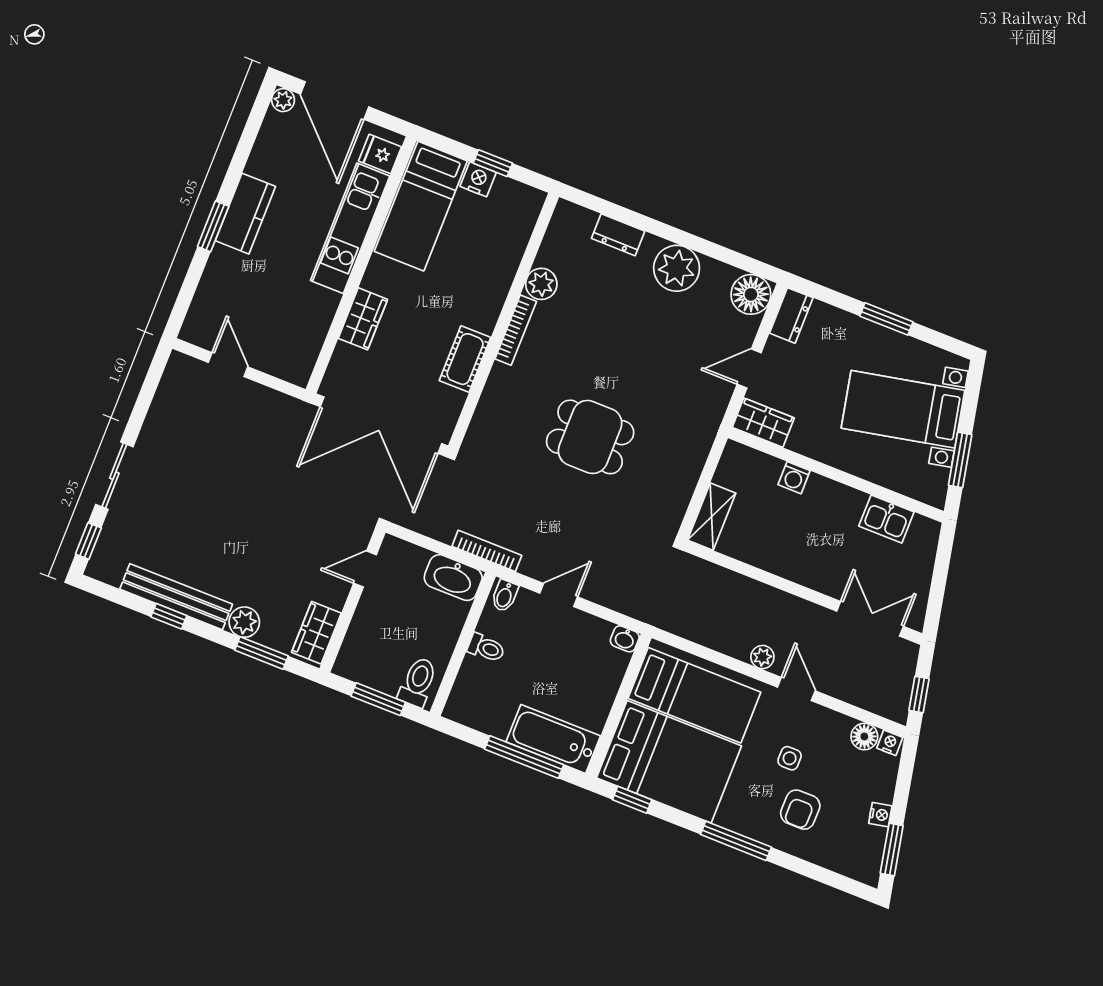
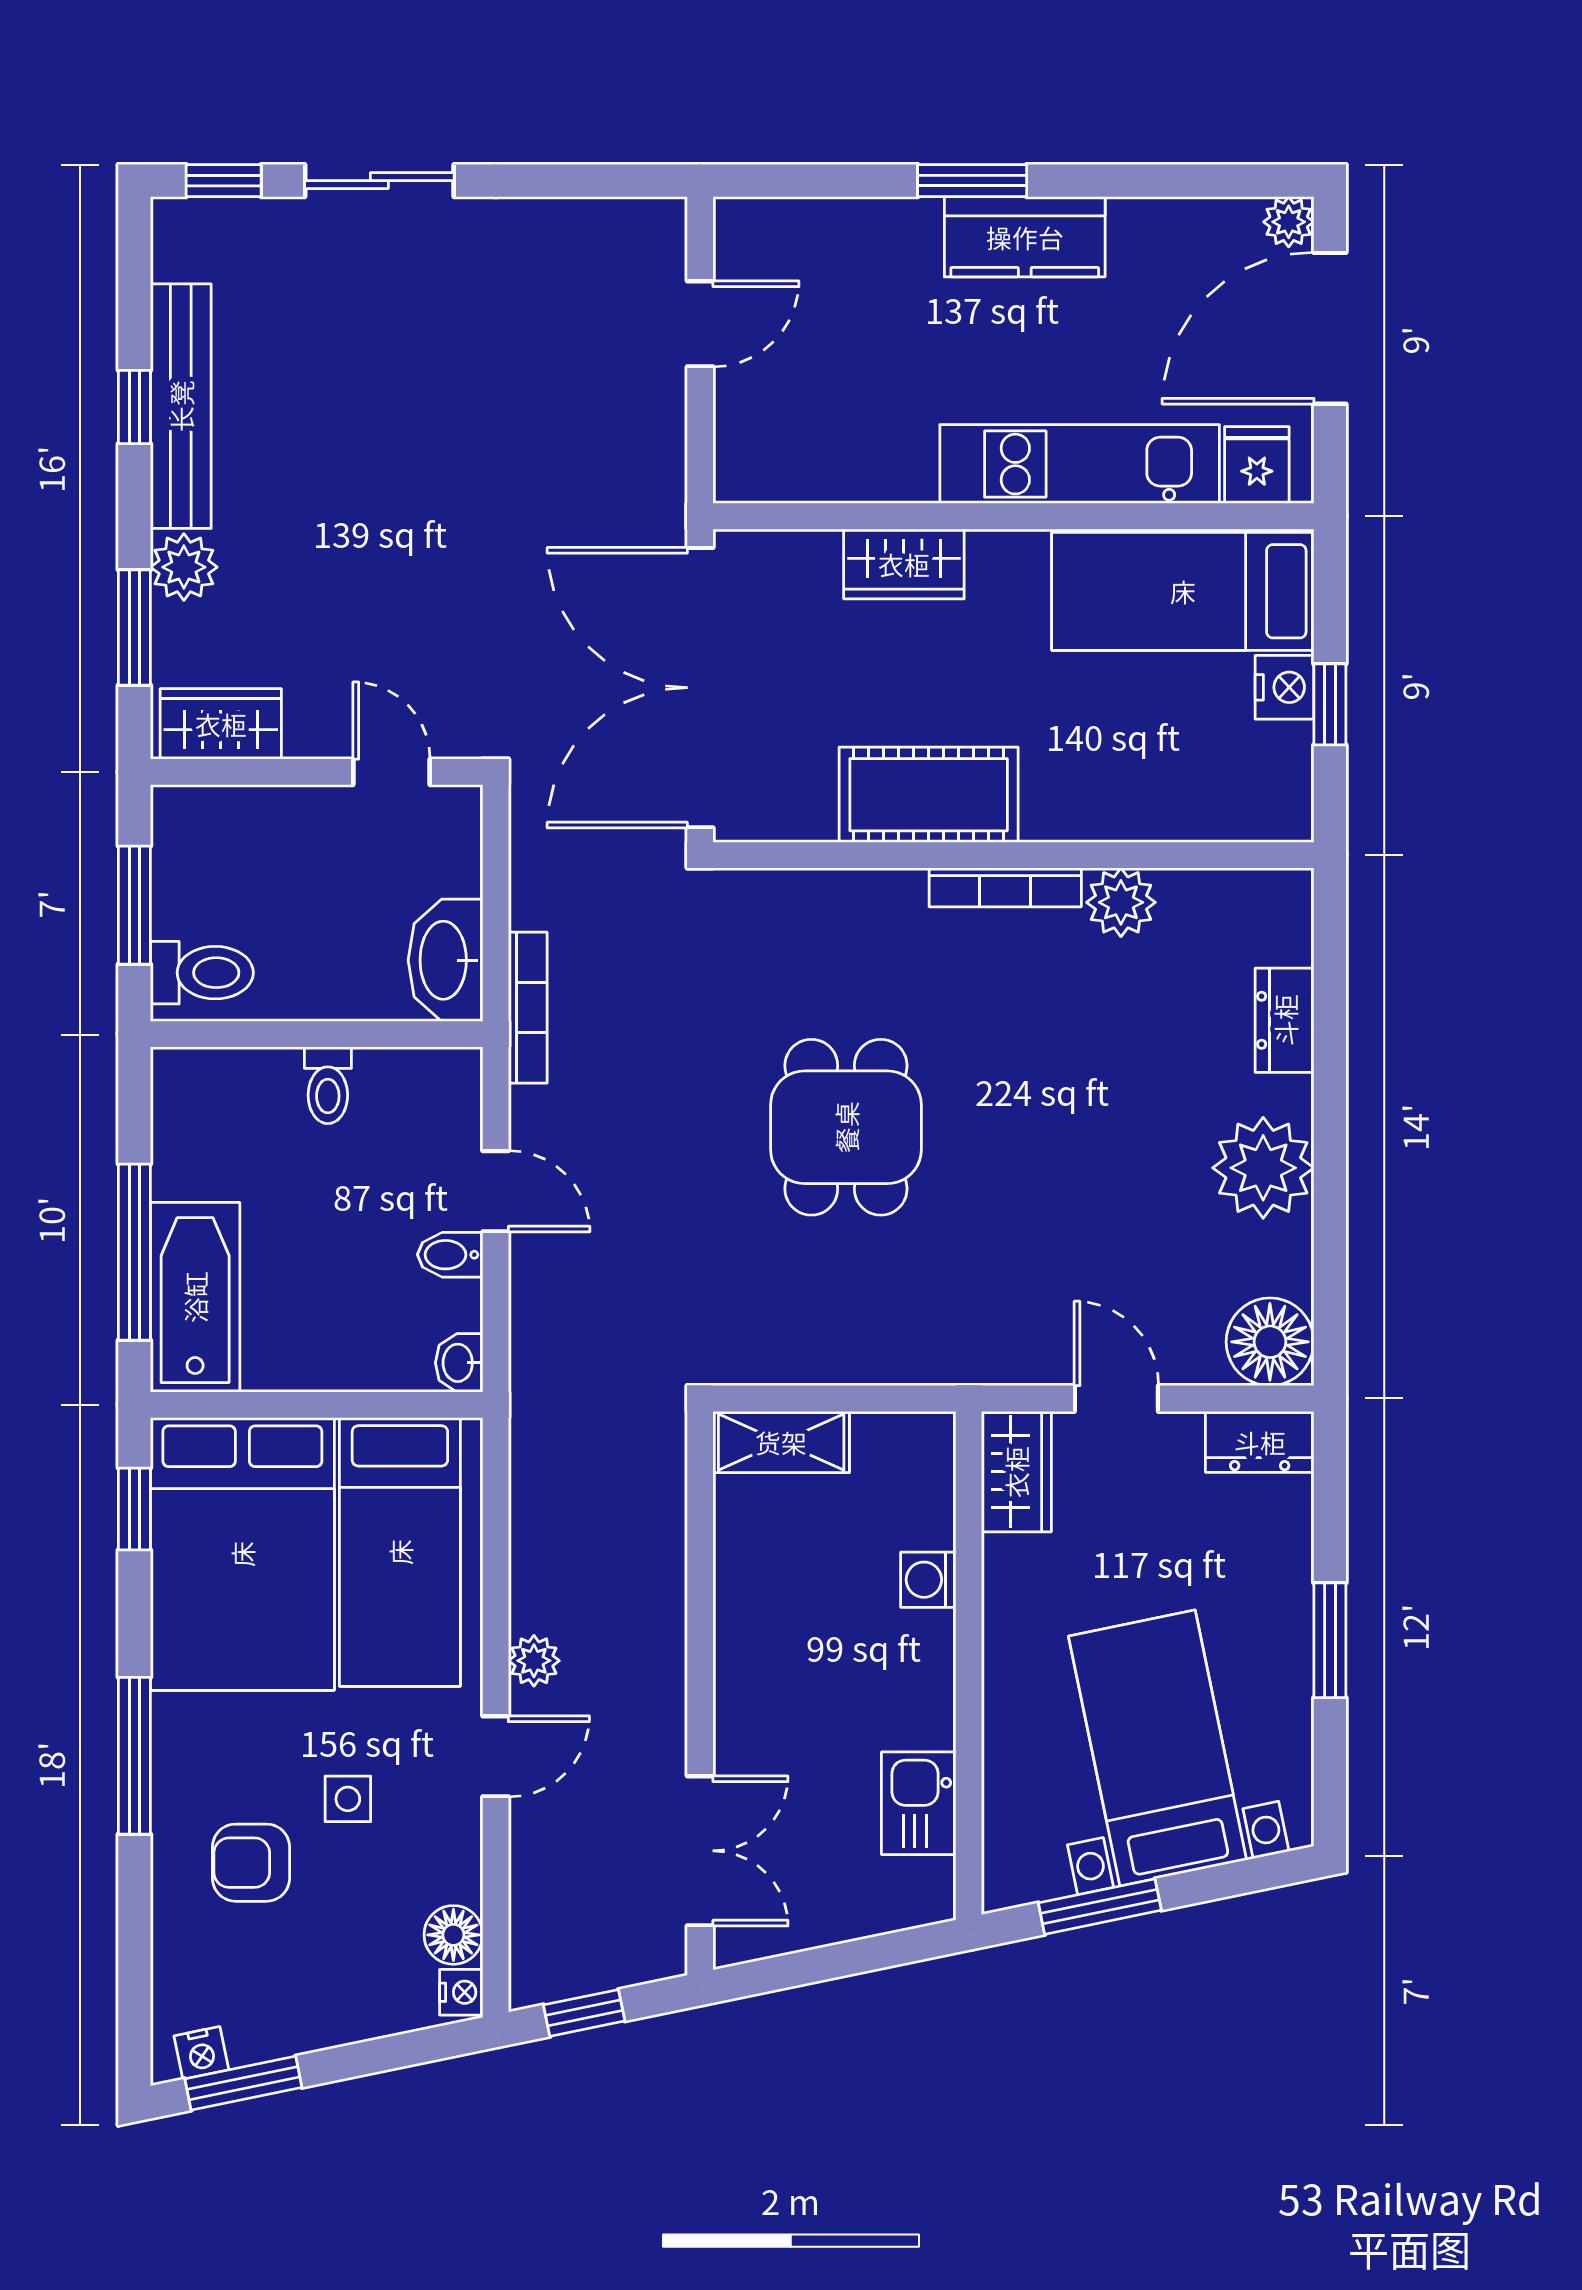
cot: (465, 359) -> (929, 795), width x1.37, depth x1.34
bidet: (505, 596) -> (450, 1255), moved
nightstand: (880, 815) -> (201, 2053), moved

